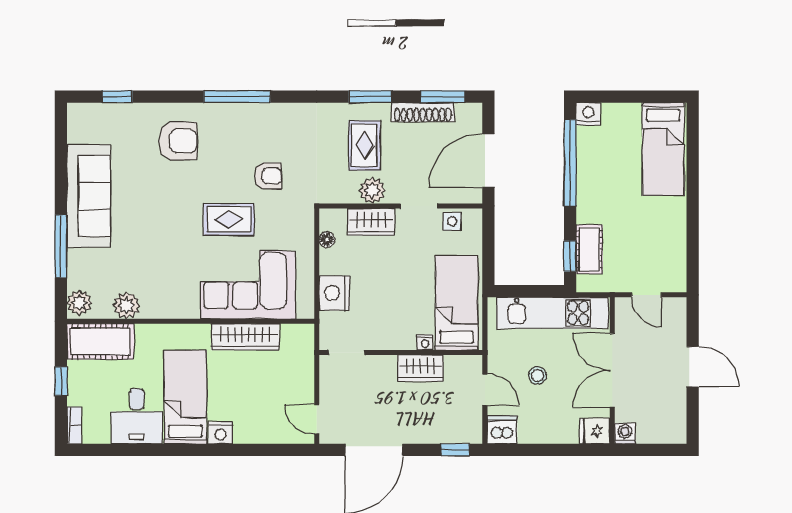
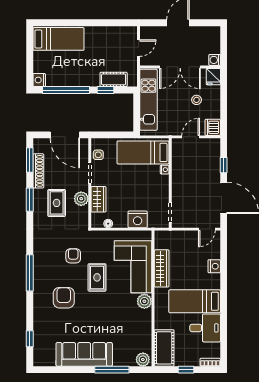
armchair: (178, 141) -> (64, 298), moved
rug: (364, 146) -> (57, 203), turned 90
window: (570, 256) -> (105, 90), moved
plant: (127, 305) -> (144, 301), moved
wardrobe: (420, 368) -> (179, 172), removed
stool: (537, 376) -> (197, 100), moved
nightstand: (220, 433) -> (214, 266), moved
window: (455, 450) -> (224, 165), moved

